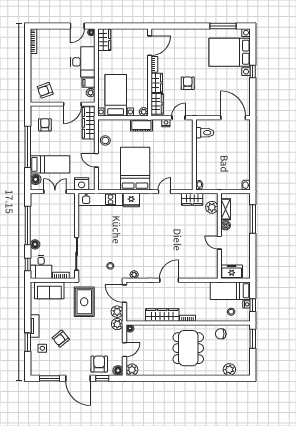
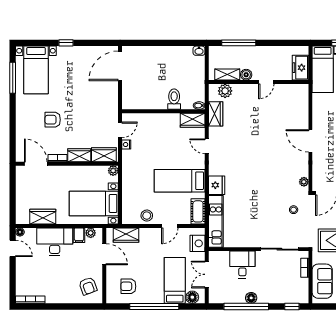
wardrobe: (104, 40) -> (43, 217), moved
bed with nightstands: (230, 52) -> (36, 70), width x0.73
armchair: (188, 83) -> (53, 120), moved
door: (178, 118) -> (120, 130), swing flipped
wardrobe: (89, 123) -> (126, 235), width x0.67
cot: (141, 125) -> (198, 211), moved
toilet: (205, 133) -> (174, 99), moved
bed: (135, 169) -> (180, 181), width x0.67
wardrobe: (187, 180) -> (193, 120), added
floor lamp: (35, 244) -> (251, 298), moved
desk: (41, 267) -> (242, 265), moved, turned -90

